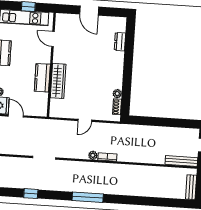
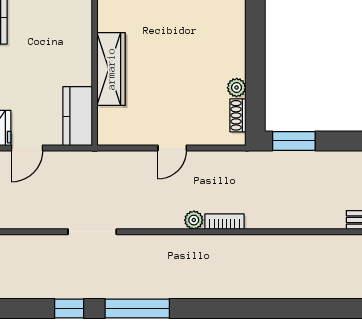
kitchen counter: (42, 78) -> (78, 116), moved
door: (16, 116) -> (27, 148), swing flipped
window: (143, 121) -> (294, 141), added
window: (88, 197) -> (137, 309), moved

